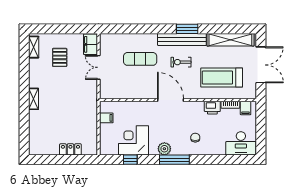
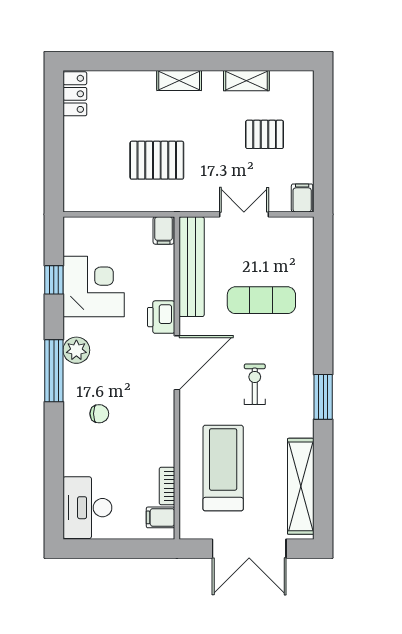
bench: (182, 40) -> (192, 267), moved
filing cabinet: (90, 44) -> (302, 198), width x0.50
shelving: (34, 47) -> (246, 81), moved
exercise mat: (140, 59) -> (261, 300), turned 90
printer: (212, 108) -> (161, 317), moved
pallet: (72, 110) -> (157, 160), added
filing cabinet: (106, 118) -> (164, 230), moved
locker: (70, 149) -> (75, 94), moved

